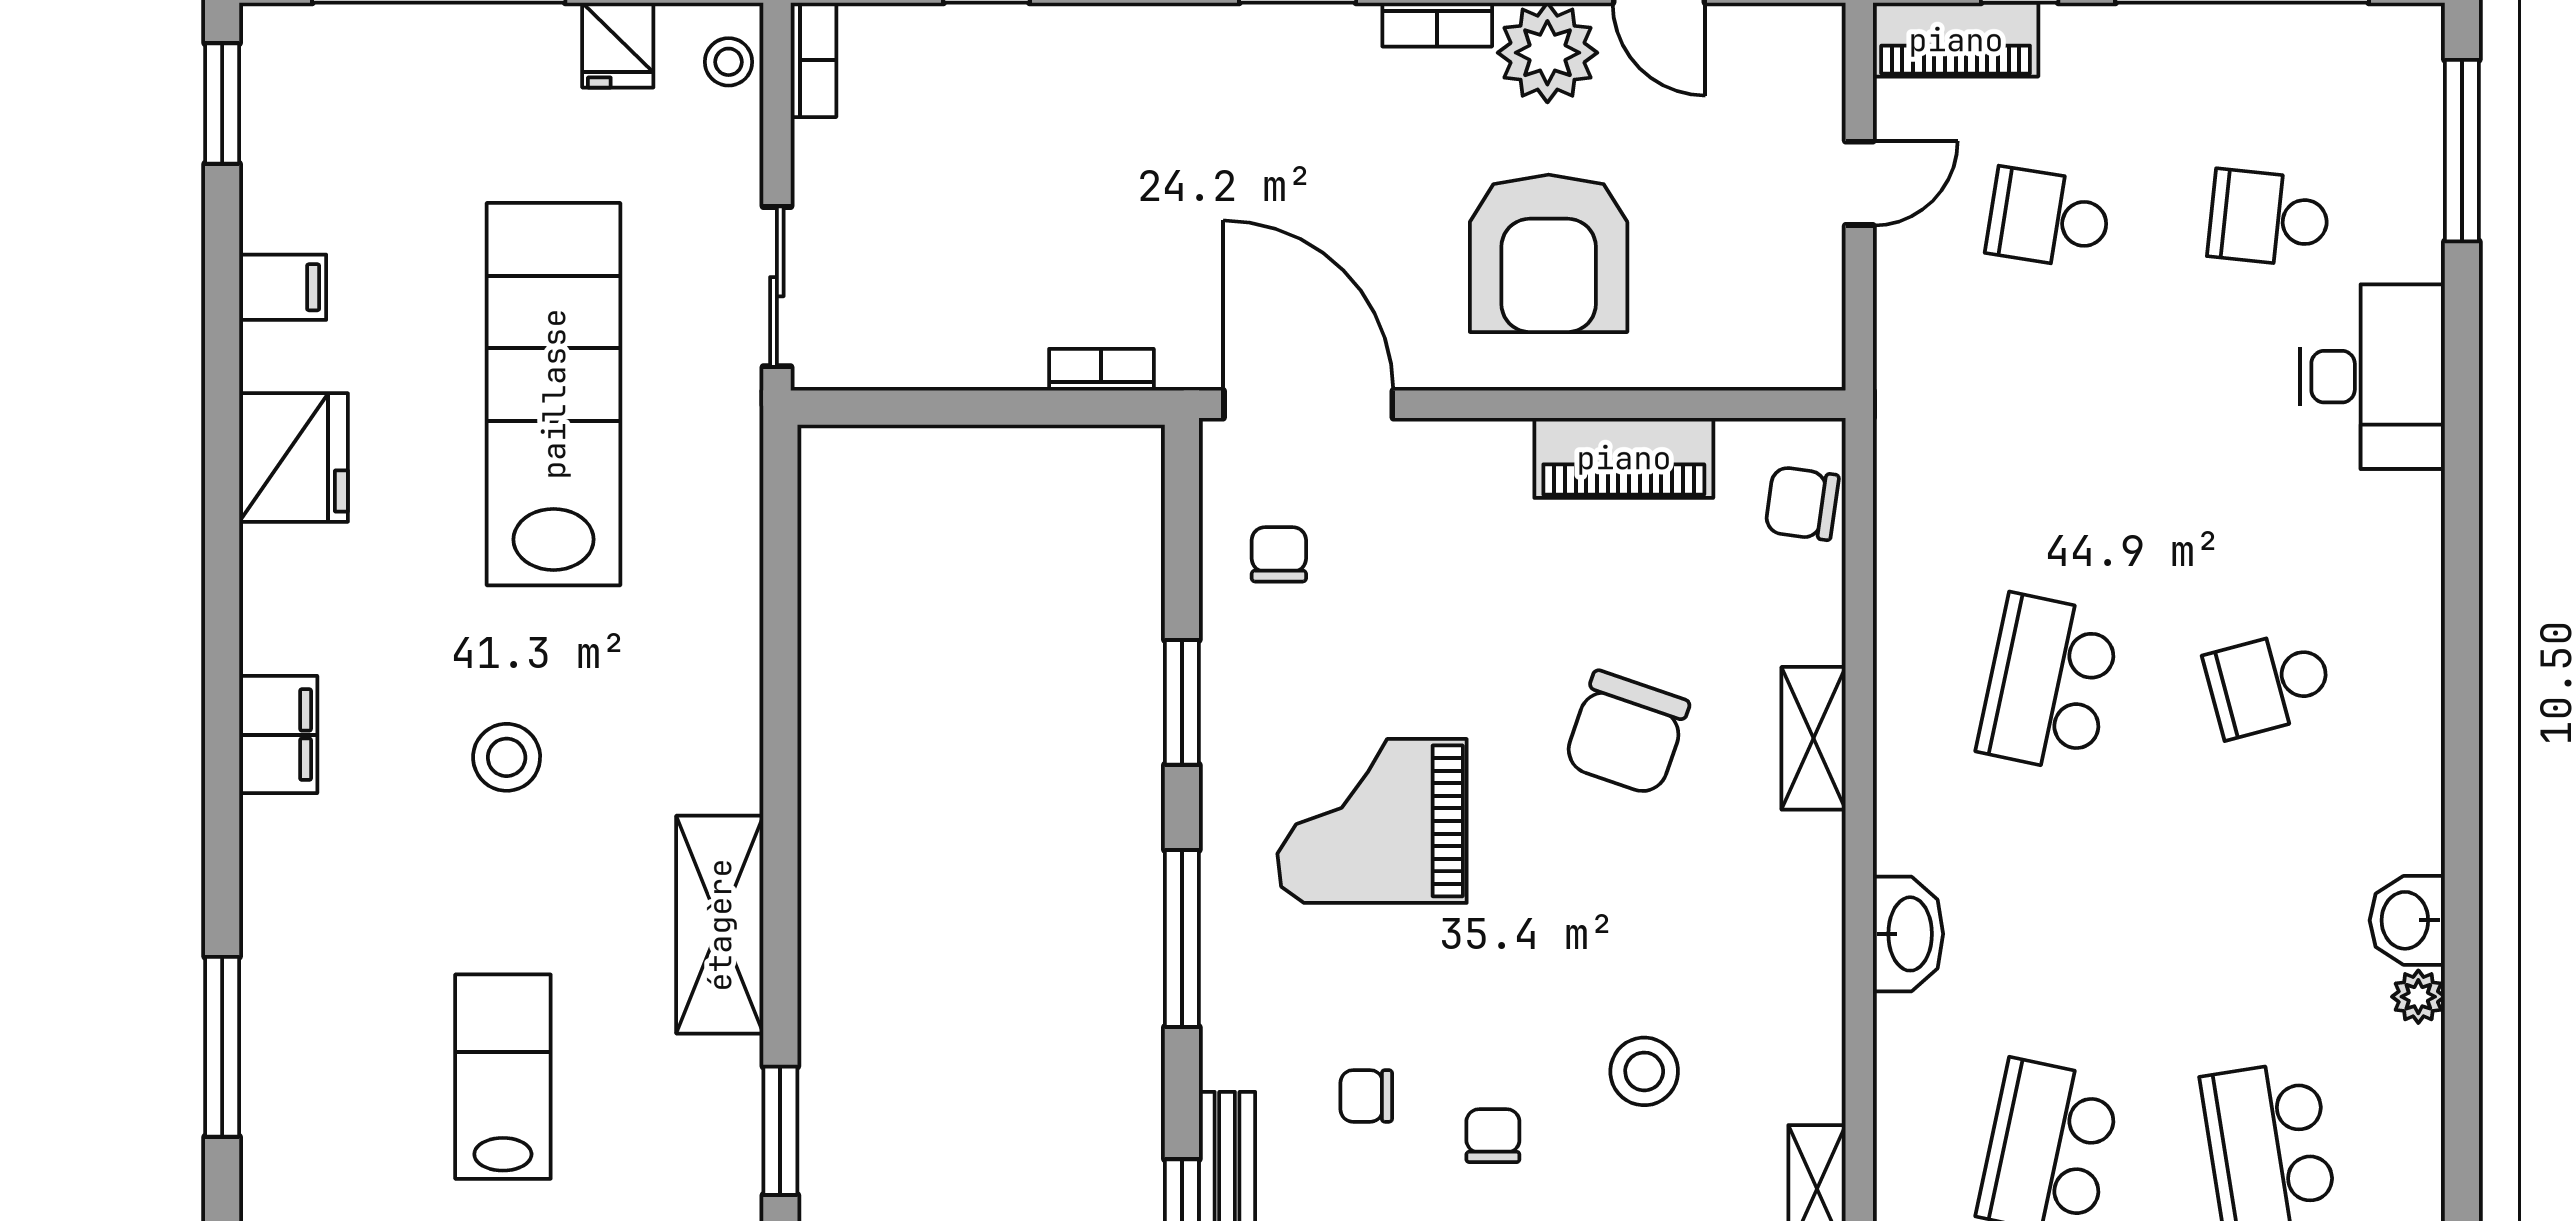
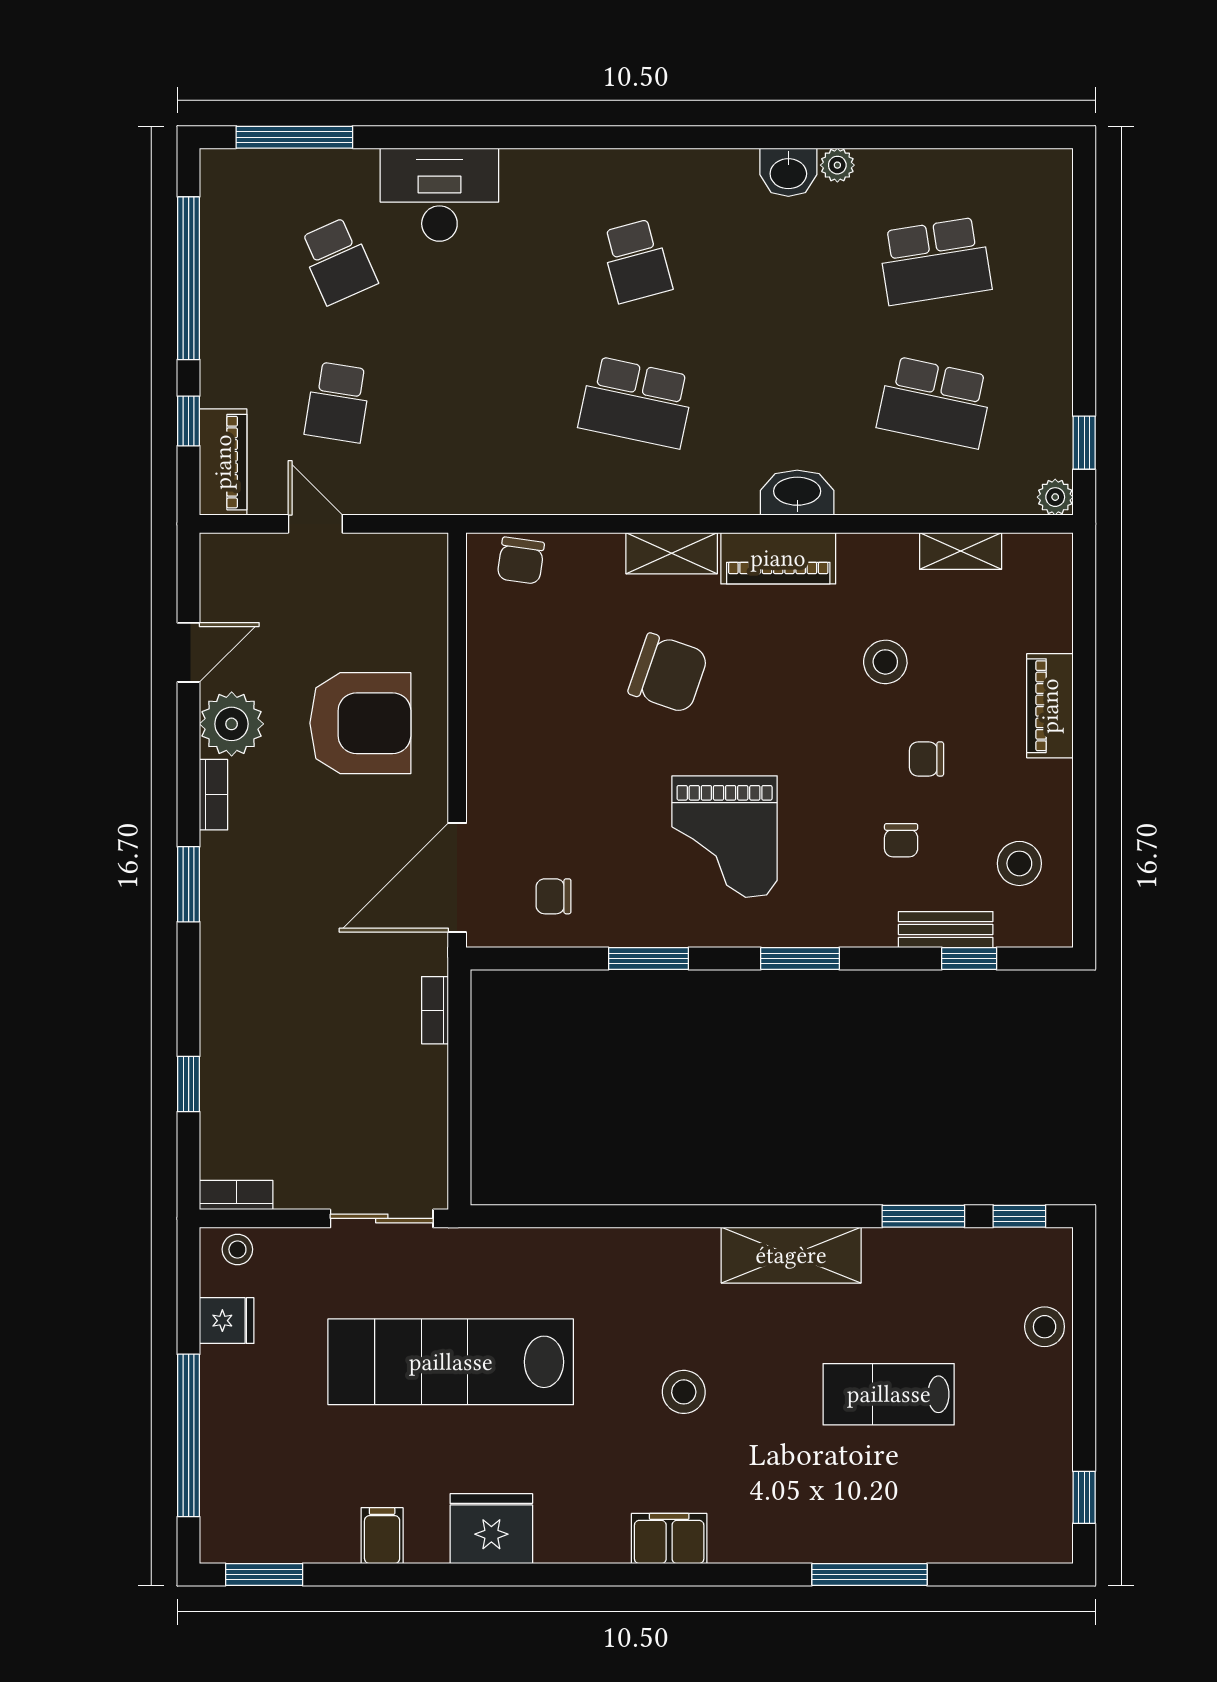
school desk: (2269, 218) -> (338, 261), turned -30
piano: (1624, 458) -> (778, 558), moved, turned 90
window: (1182, 938) -> (800, 959), width x0.69

